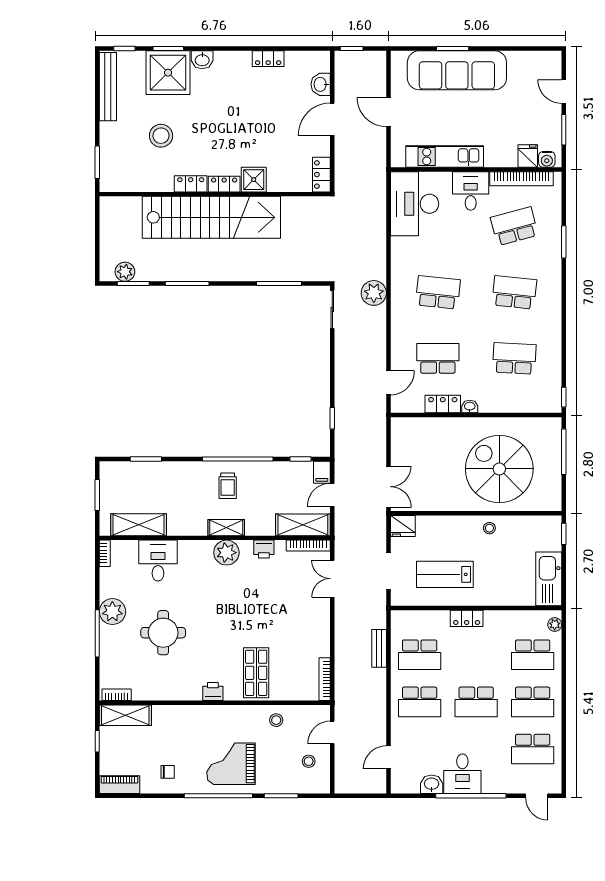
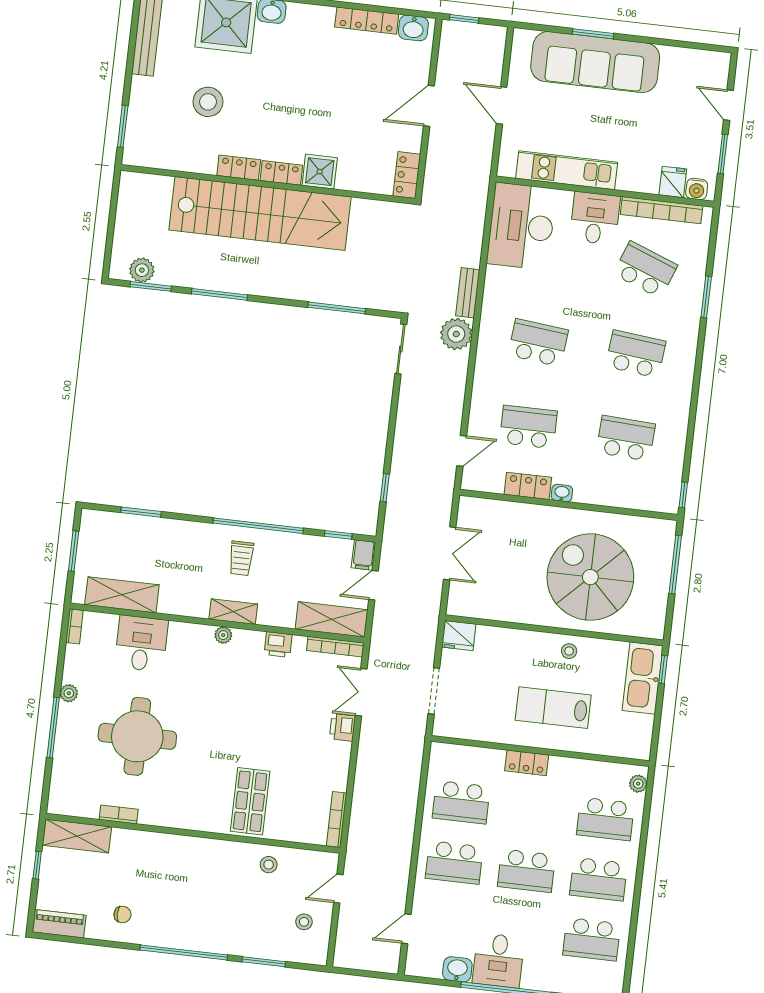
locker: (268, 59) -> (367, 21), width x1.53
washbasin: (321, 84) -> (413, 28), moved, turned -90
school desk: (514, 226) -> (645, 270), turned 36
double door: (388, 487) -> (450, 553), moved
plant: (226, 553) -> (223, 635), width x0.53, depth x0.53
lab bench: (445, 574) -> (553, 708), moved
kitchen sink: (549, 579) -> (643, 678), moved
plant: (112, 612) -> (69, 693), width x0.53, depth x0.53
round table: (163, 633) -> (137, 736), width x1.36, depth x1.36
bench: (379, 648) -> (468, 293), moved
printer: (213, 692) -> (342, 727), moved, turned -90
bookcase: (117, 695) -> (119, 814), moved
grand piano: (231, 764) -> (204, 913), removed

